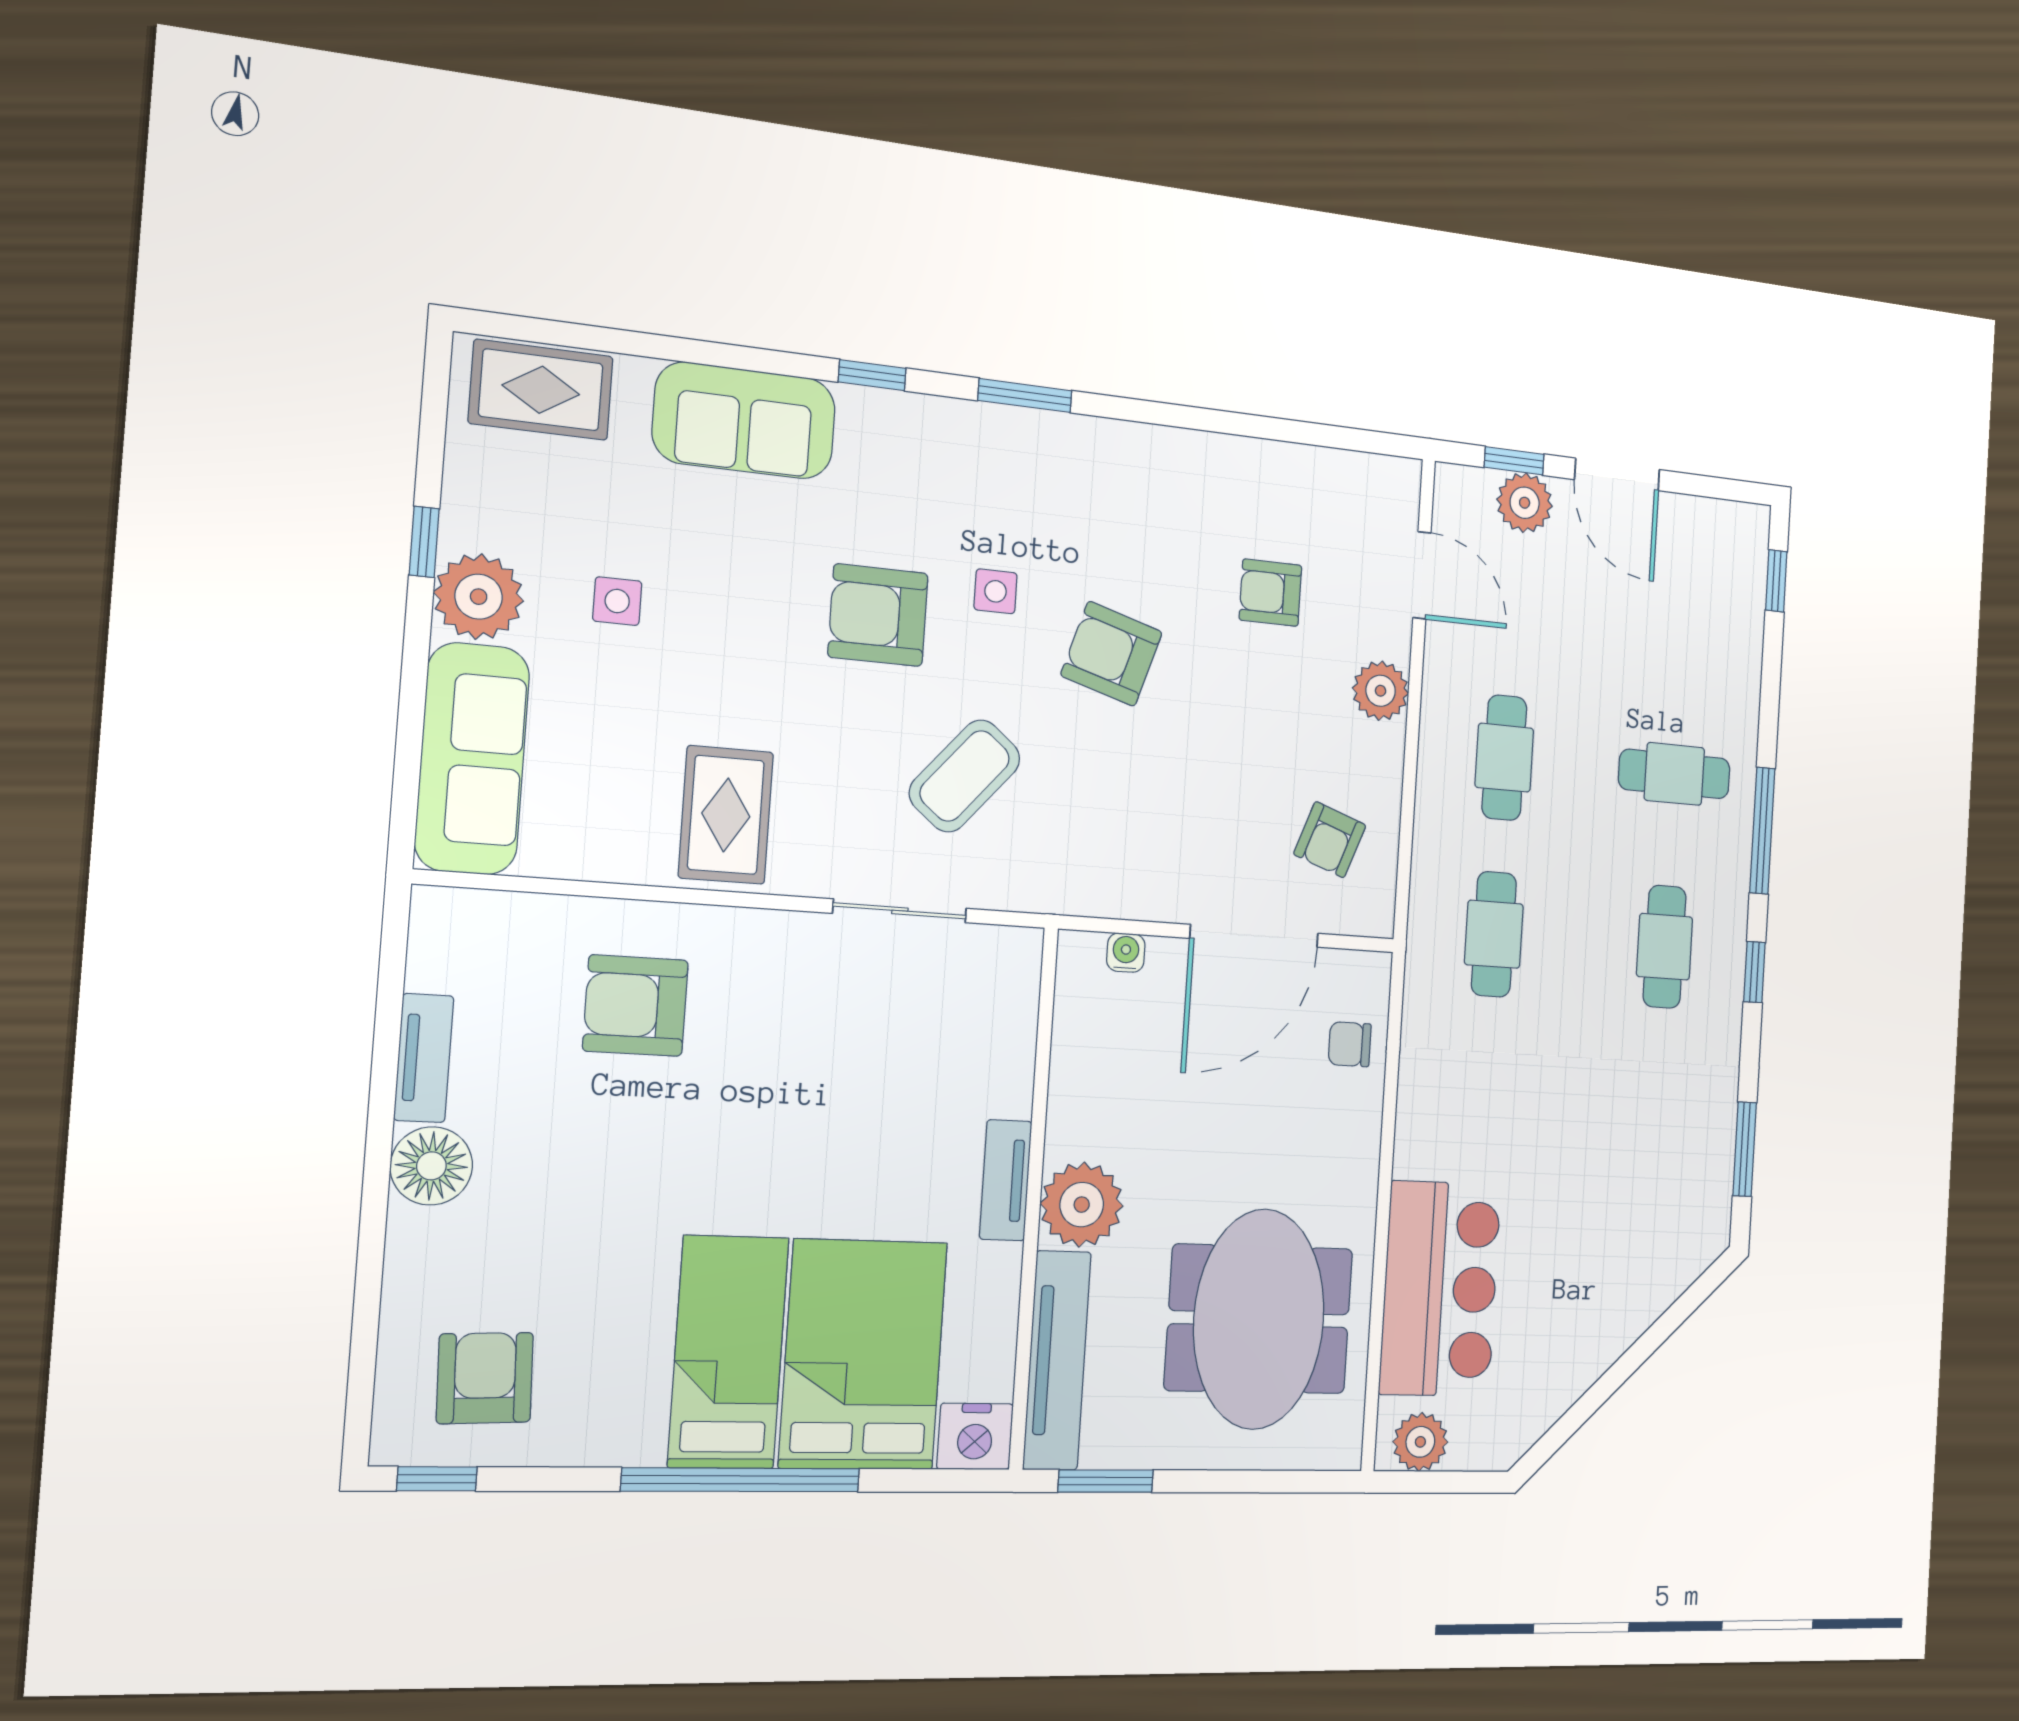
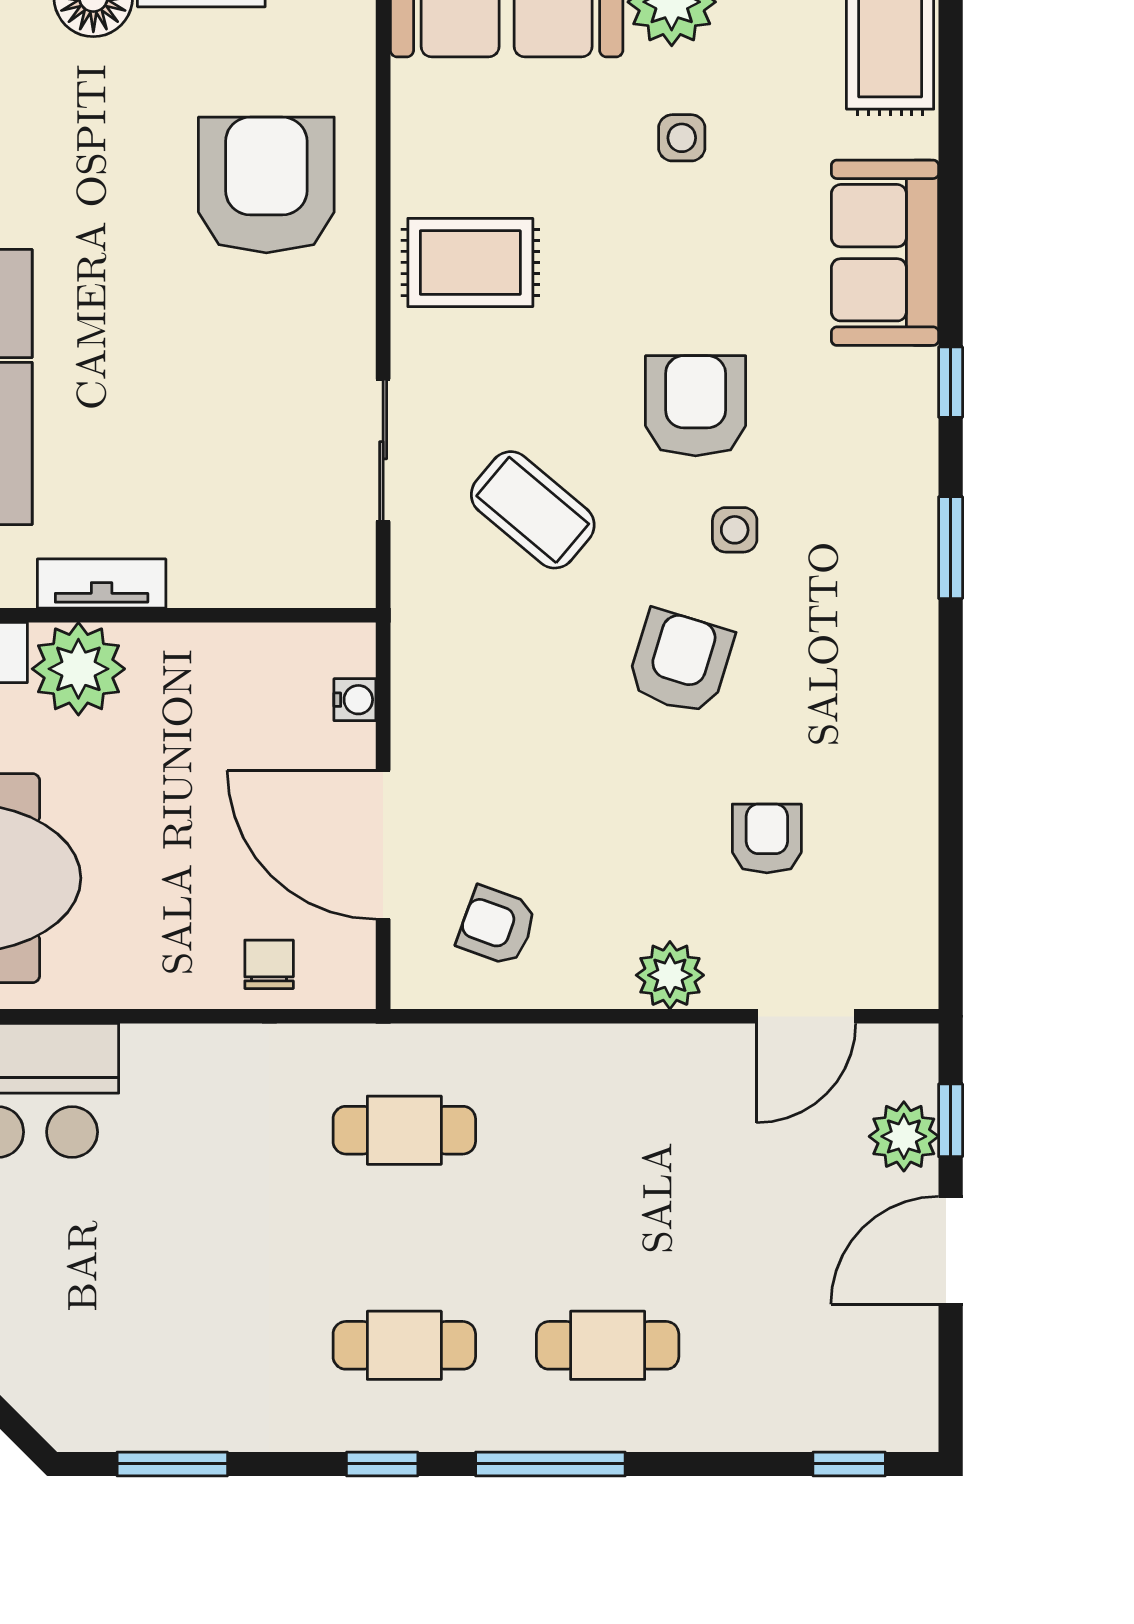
cafe table: (1504, 758) -> (608, 1130), removed
cafe table: (1674, 774) -> (608, 1345), turned 90
armchair: (635, 1006) -> (266, 185), width x1.36, depth x1.36

